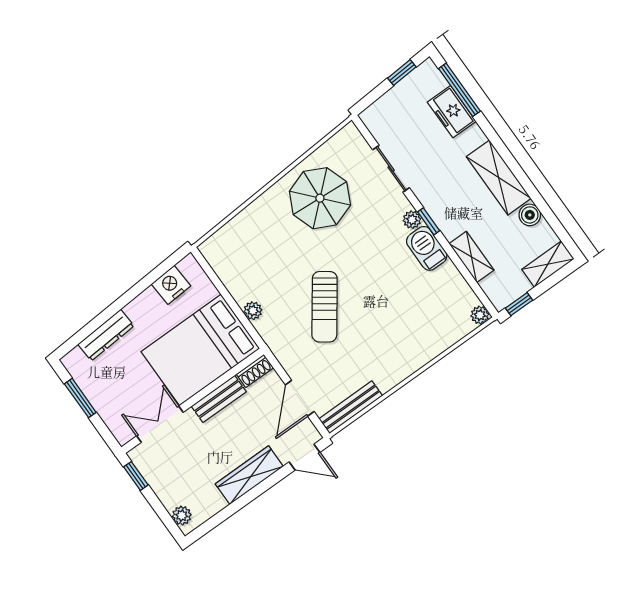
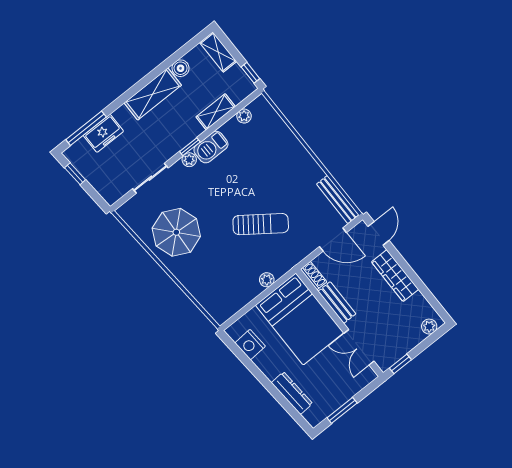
plant: (480, 315) -> (244, 116), moved

